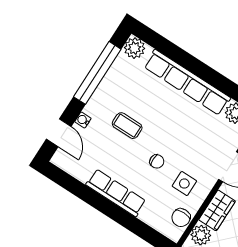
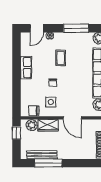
window: (97, 73) -> (76, 28), width x0.68
row of seats: (116, 193) -> (26, 68), width x0.68

